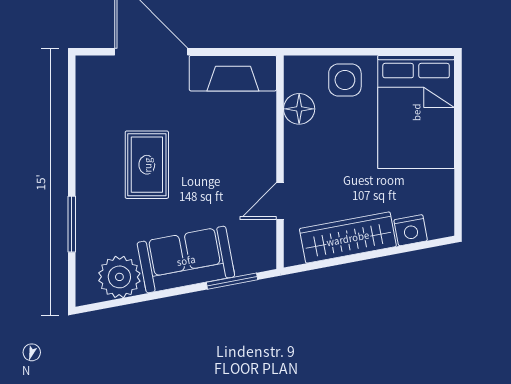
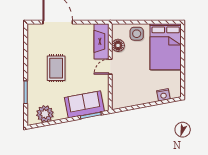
fireplace: (233, 73) -> (102, 41), moved, turned 90
door: (280, 201) -> (110, 67), moved
wardrobe: (348, 238) -> (138, 98), removed
sofa: (186, 260) -> (84, 104), moved

